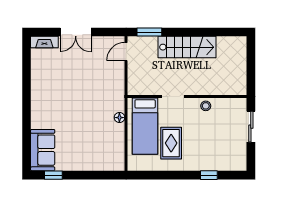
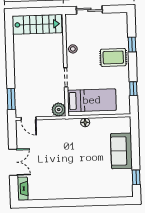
stairs: (187, 47) -> (37, 24), moved, turned 90
plant: (135, 87) -> (59, 110), added
rug: (171, 143) -> (113, 57), moved
sofa: (43, 150) -> (121, 151), moved, turned -90
window: (157, 175) -> (133, 89), added

